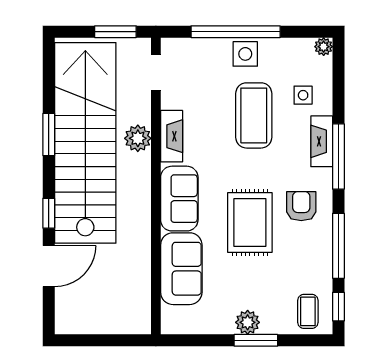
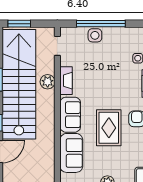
window: (115, 32) -> (19, 24), moved
side table: (245, 54) -> (95, 35), moved
coffee table: (254, 115) -> (111, 69), removed

